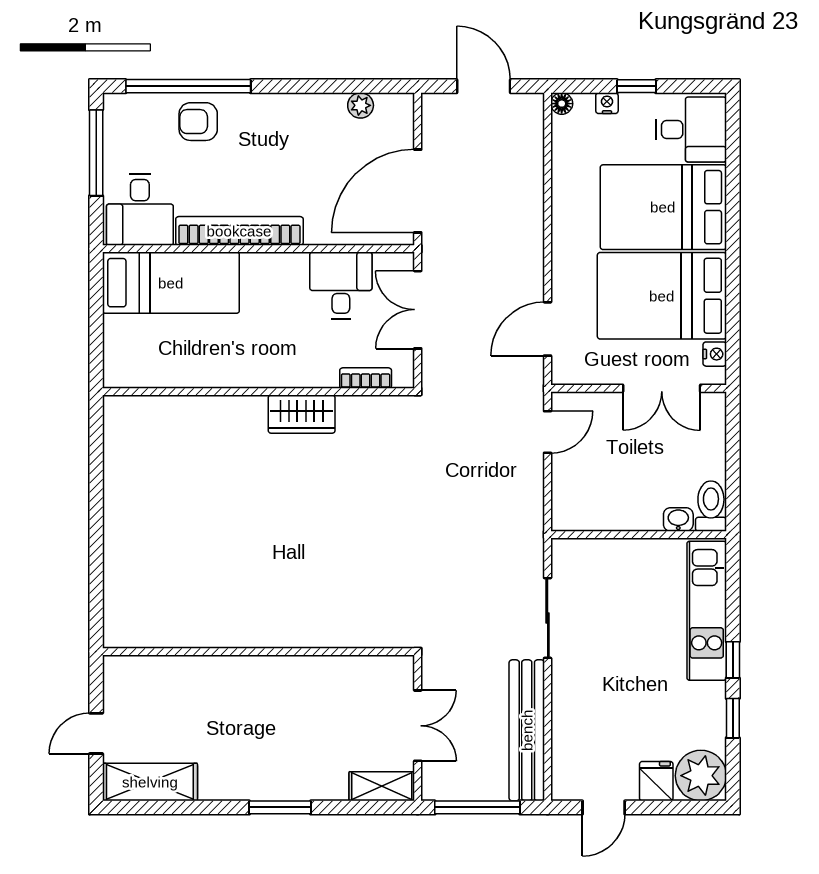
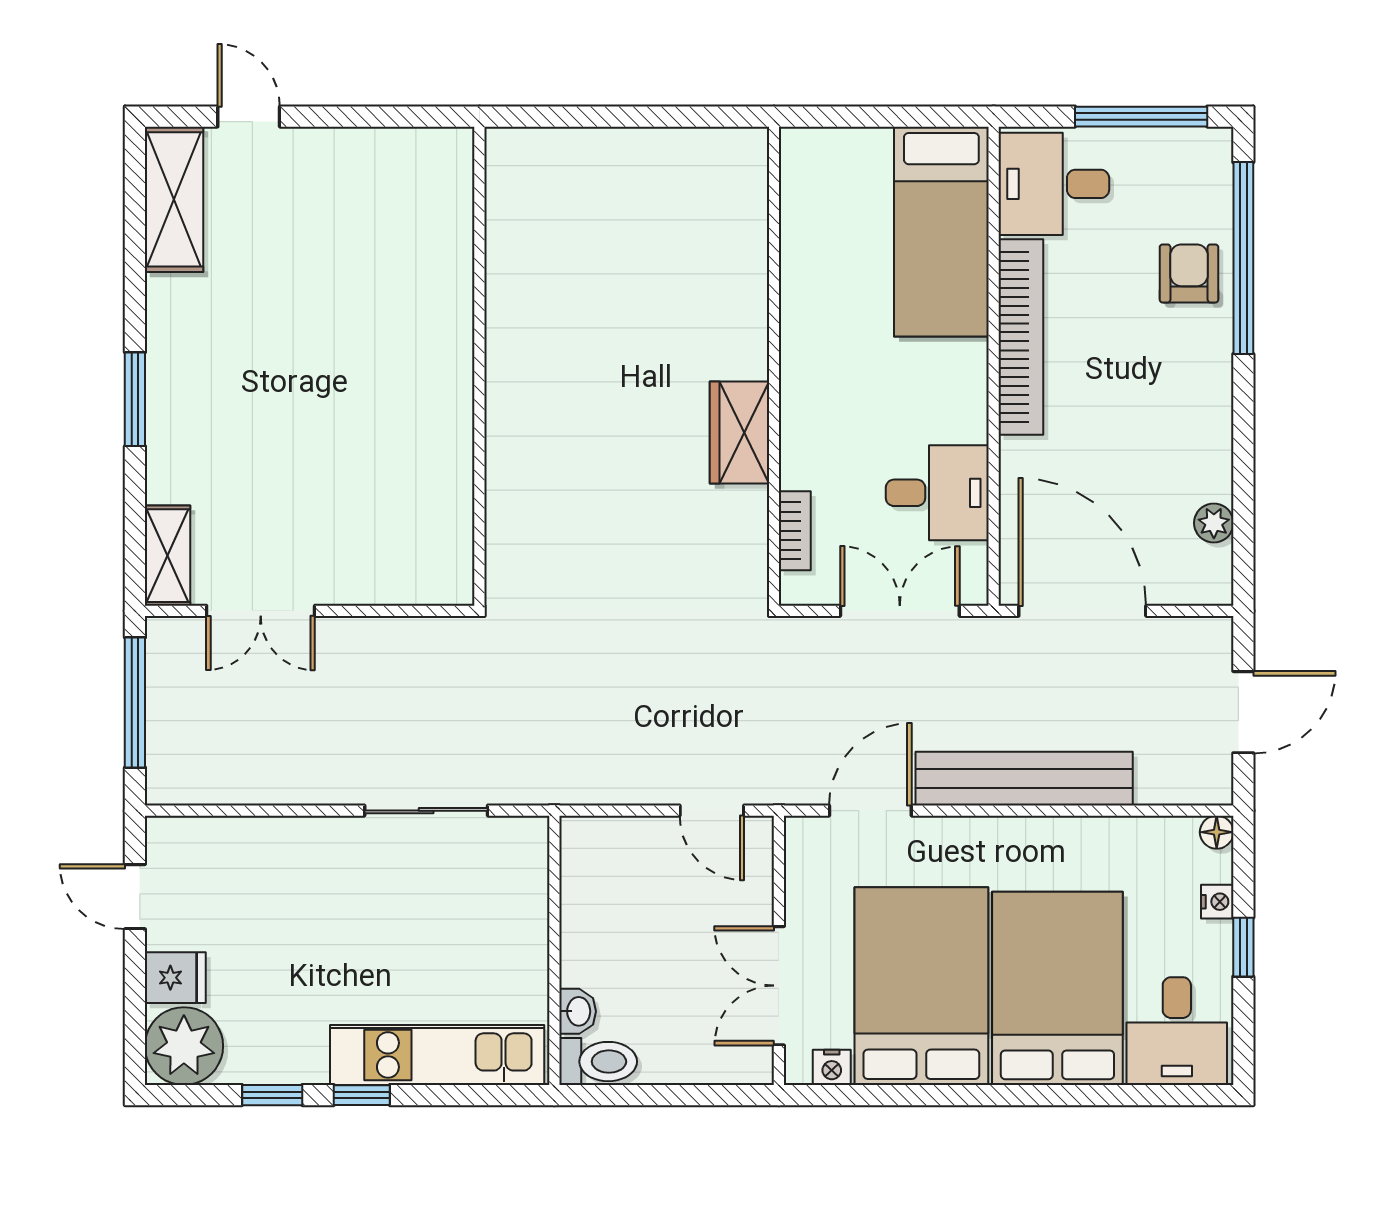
door: (548, 329) -> (870, 811), hinge flipped
wall: (258, 652) -> (479, 366), moved
bench: (527, 730) -> (1024, 779), moved

